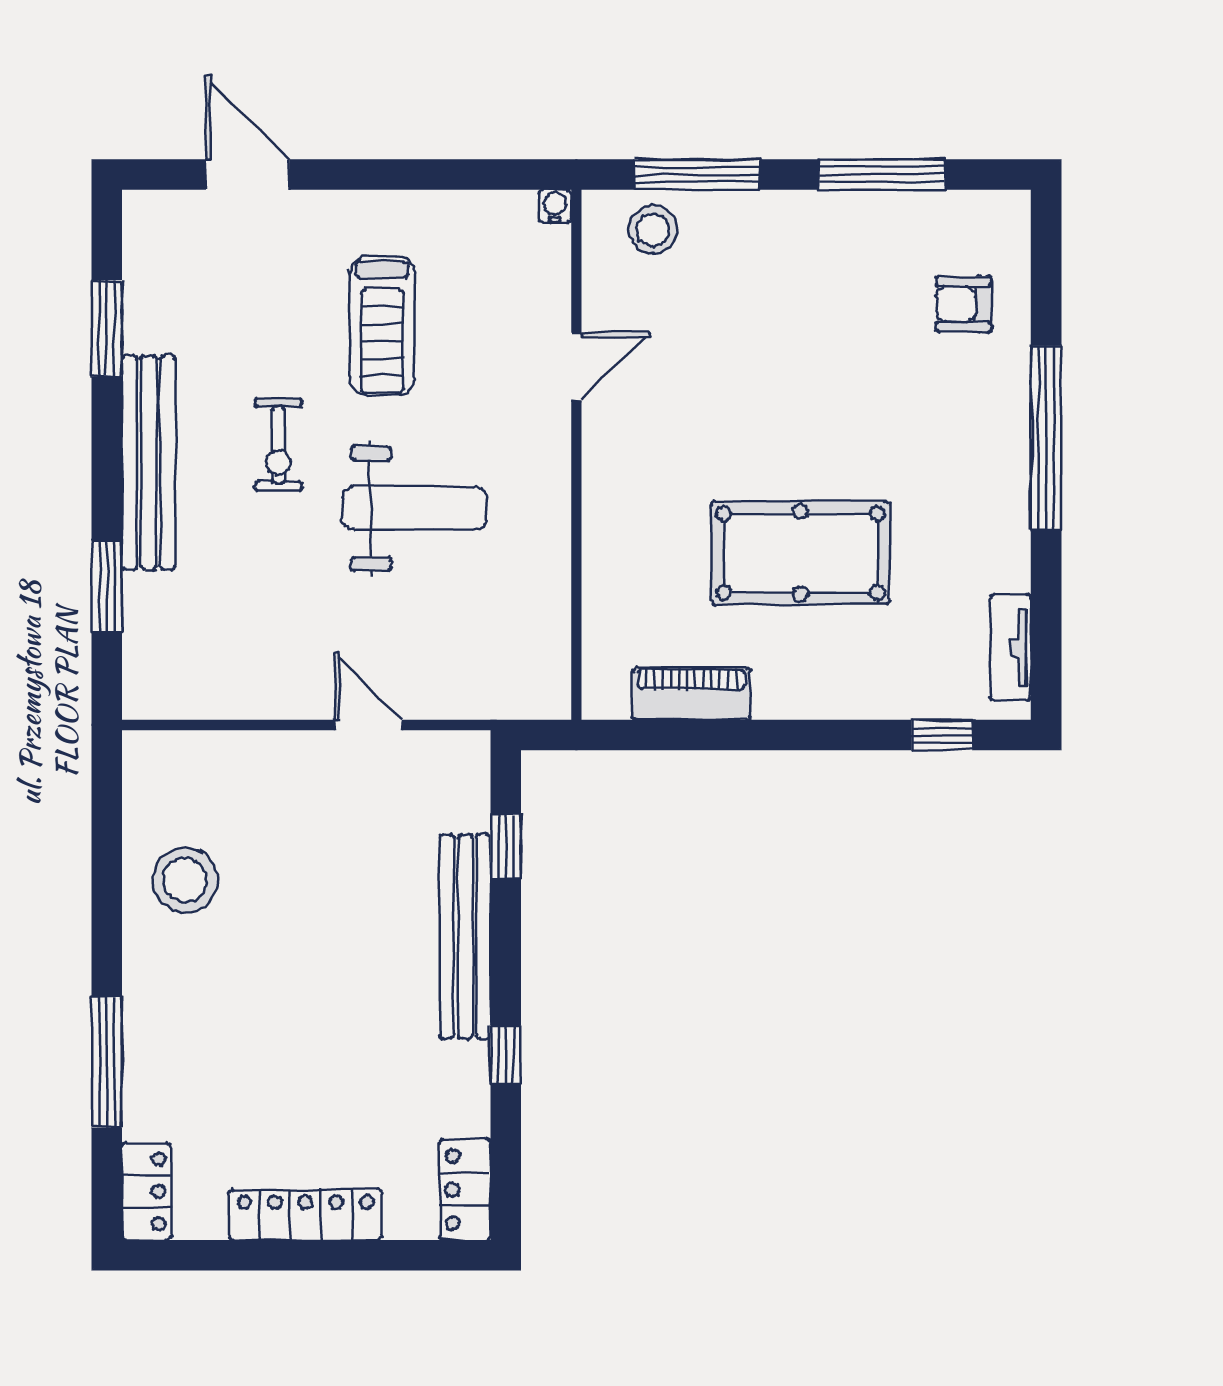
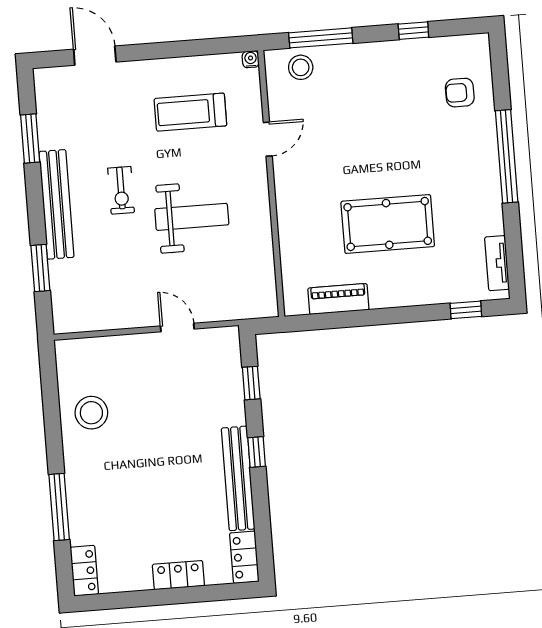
window: (882, 175) -> (413, 31), width x0.46
treadmill: (382, 326) -> (190, 112), moved, turned 90
bench: (465, 937) -> (238, 478), moved
window: (506, 1054) -> (257, 452), moved
locker: (306, 1215) -> (178, 575), width x0.66

